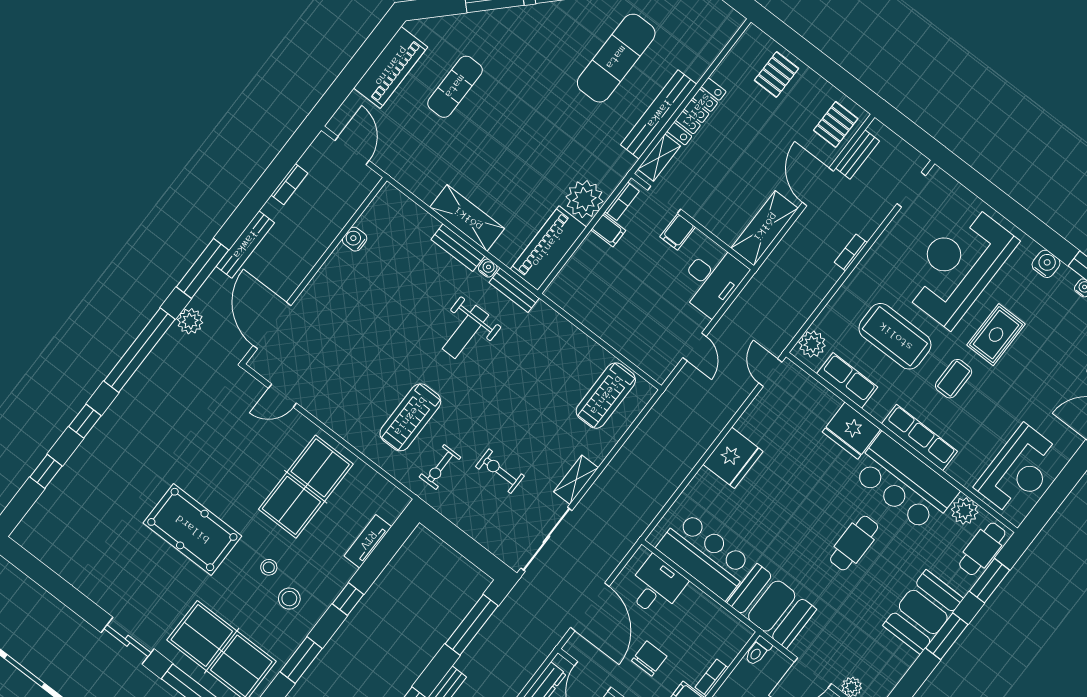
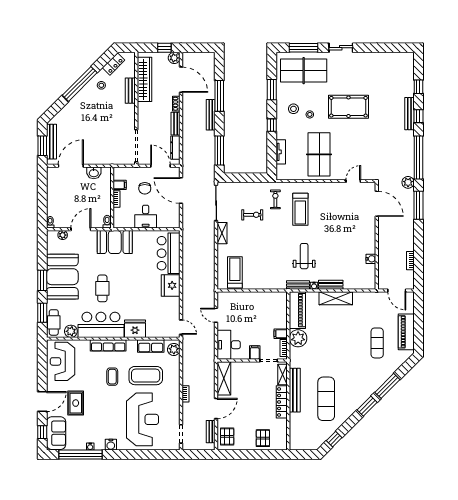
door: (818, 187) -> (216, 409), hinge flipped
bench: (245, 245) -> (409, 114), moved
rug: (996, 335) -> (76, 403), moved
treadmill: (410, 417) -> (300, 209), turned 180
bar counter: (705, 556) -> (169, 253), moved, turned 90
desk: (656, 586) -> (146, 217), moved
booth: (923, 612) -> (62, 277), width x1.36, depth x1.42

